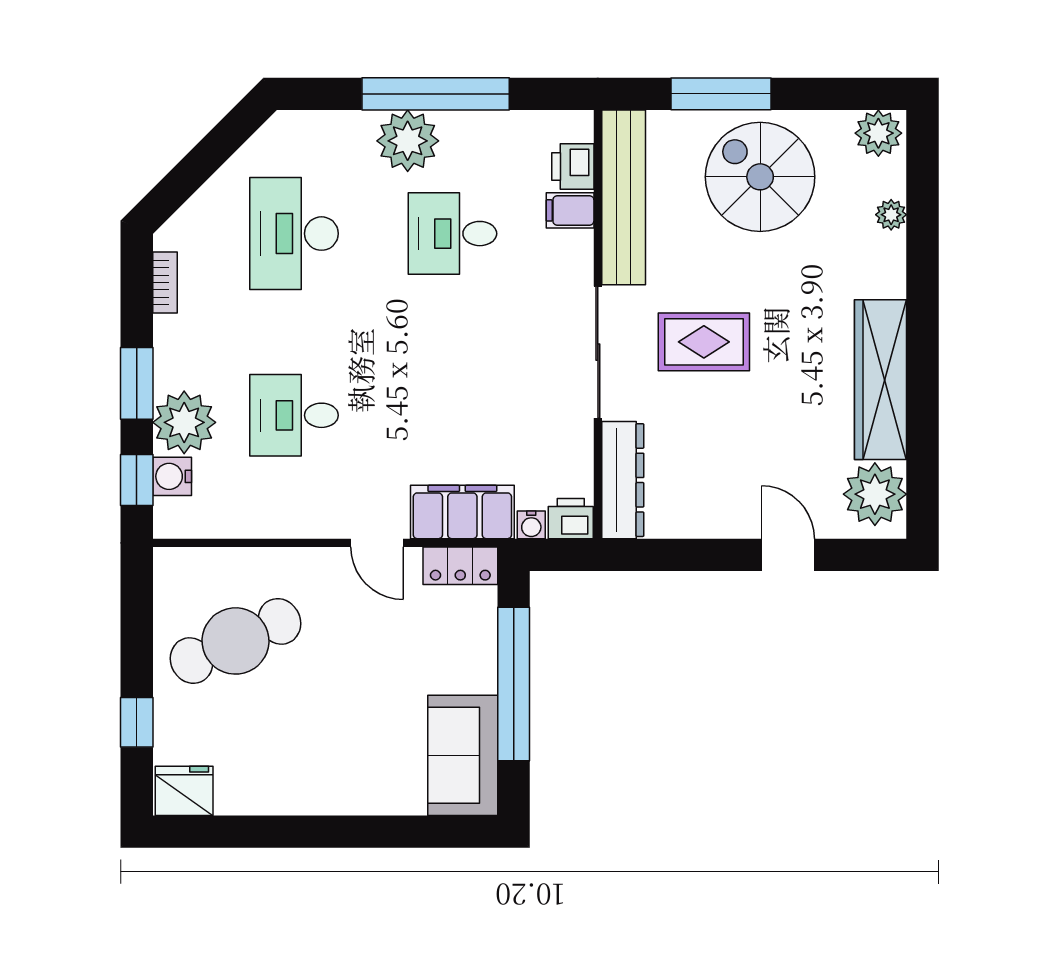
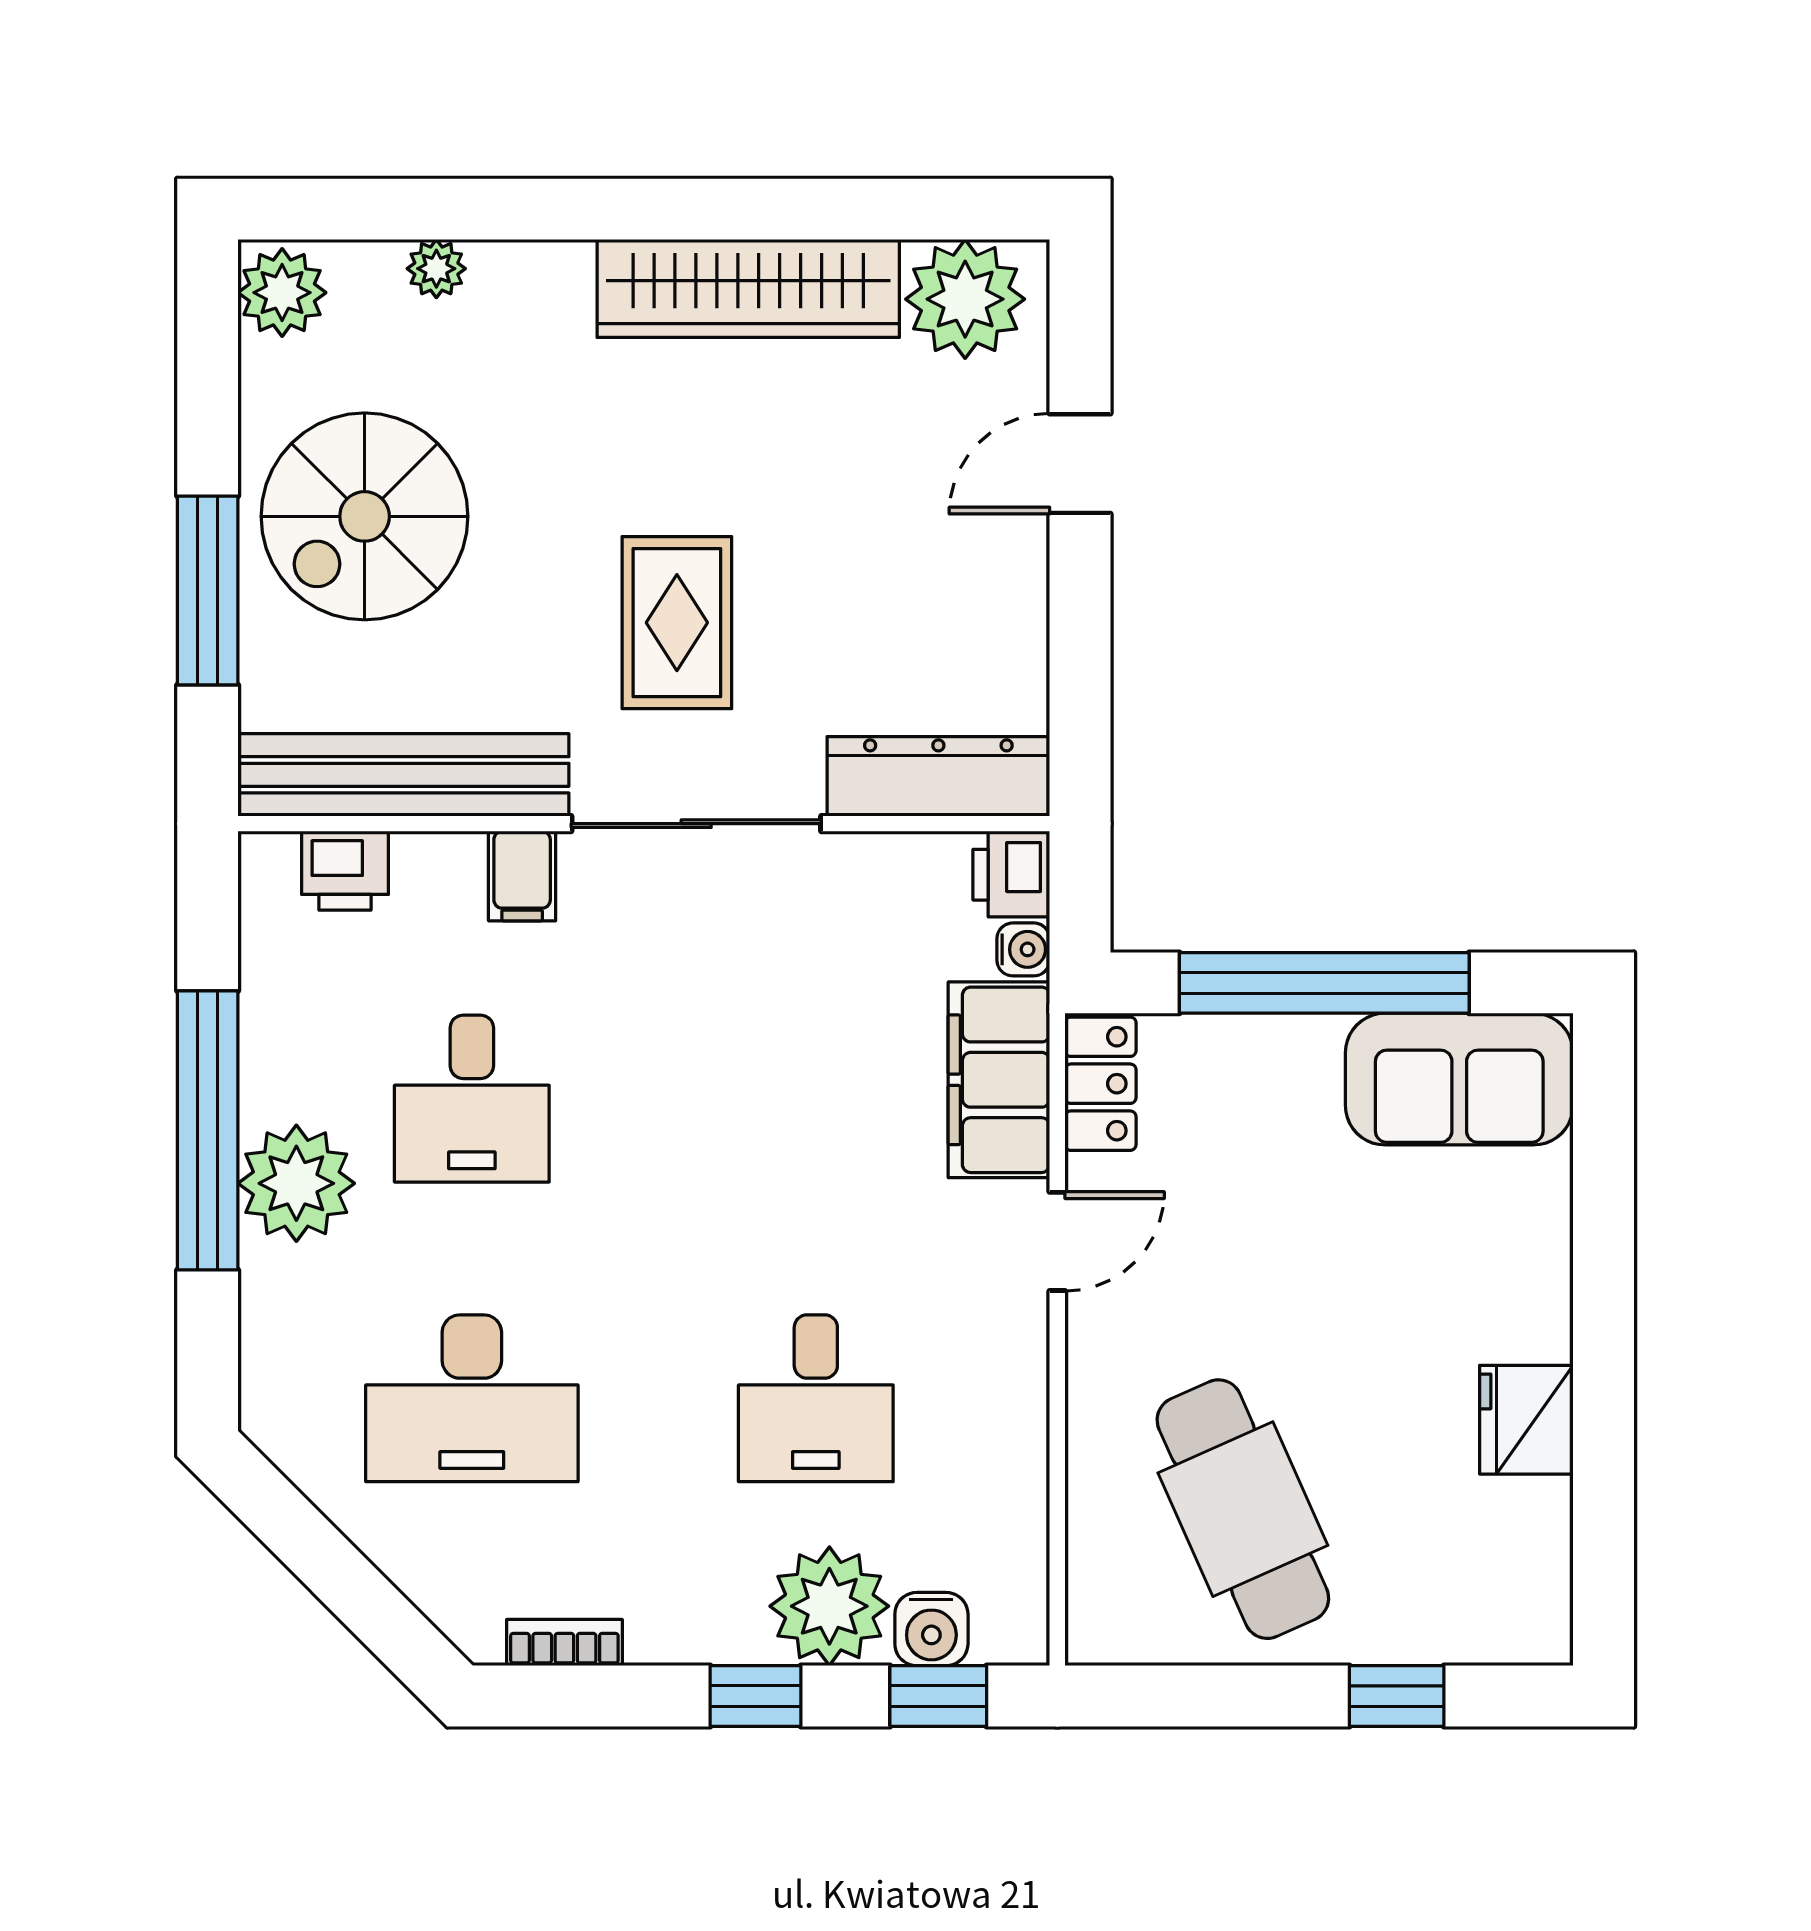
filing cabinet: (570, 210) -> (522, 876), moved
window: (137, 383) -> (755, 1696), width x0.67
fridge: (184, 791) -> (1526, 1420), moved

